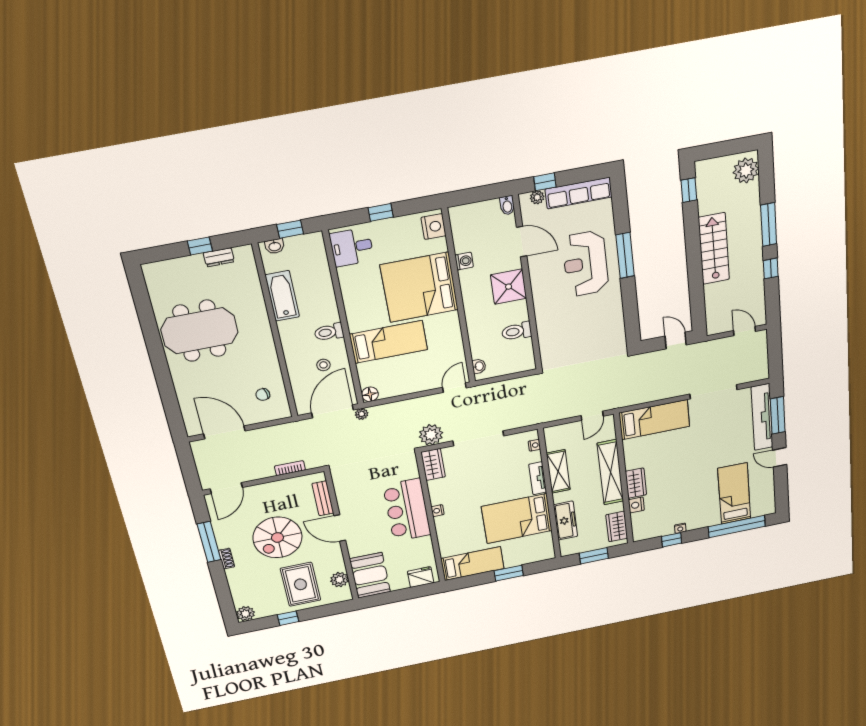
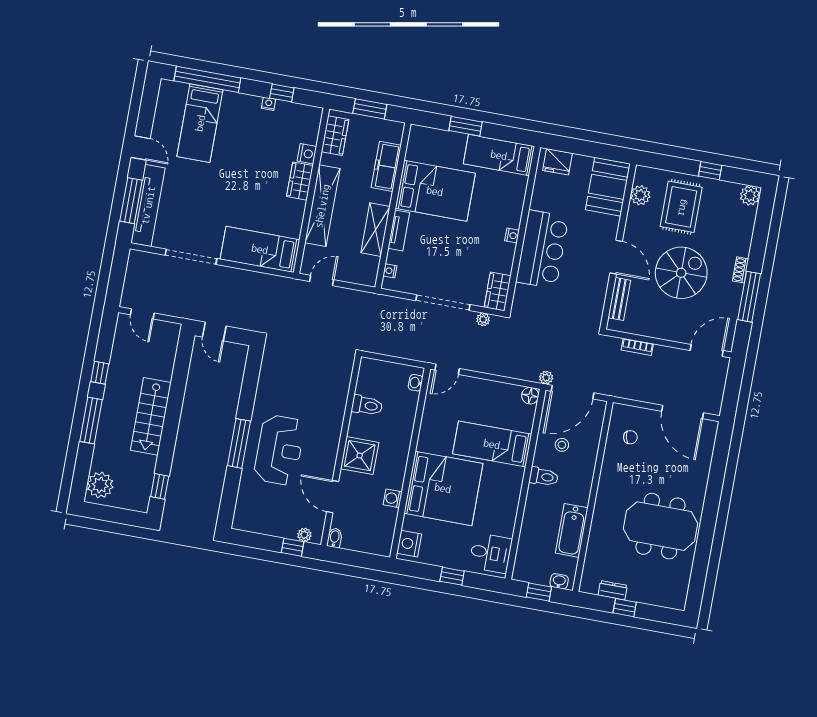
row of seats: (579, 193) -> (265, 524), removed
plant: (431, 435) -> (483, 319), width x0.53, depth x0.53

